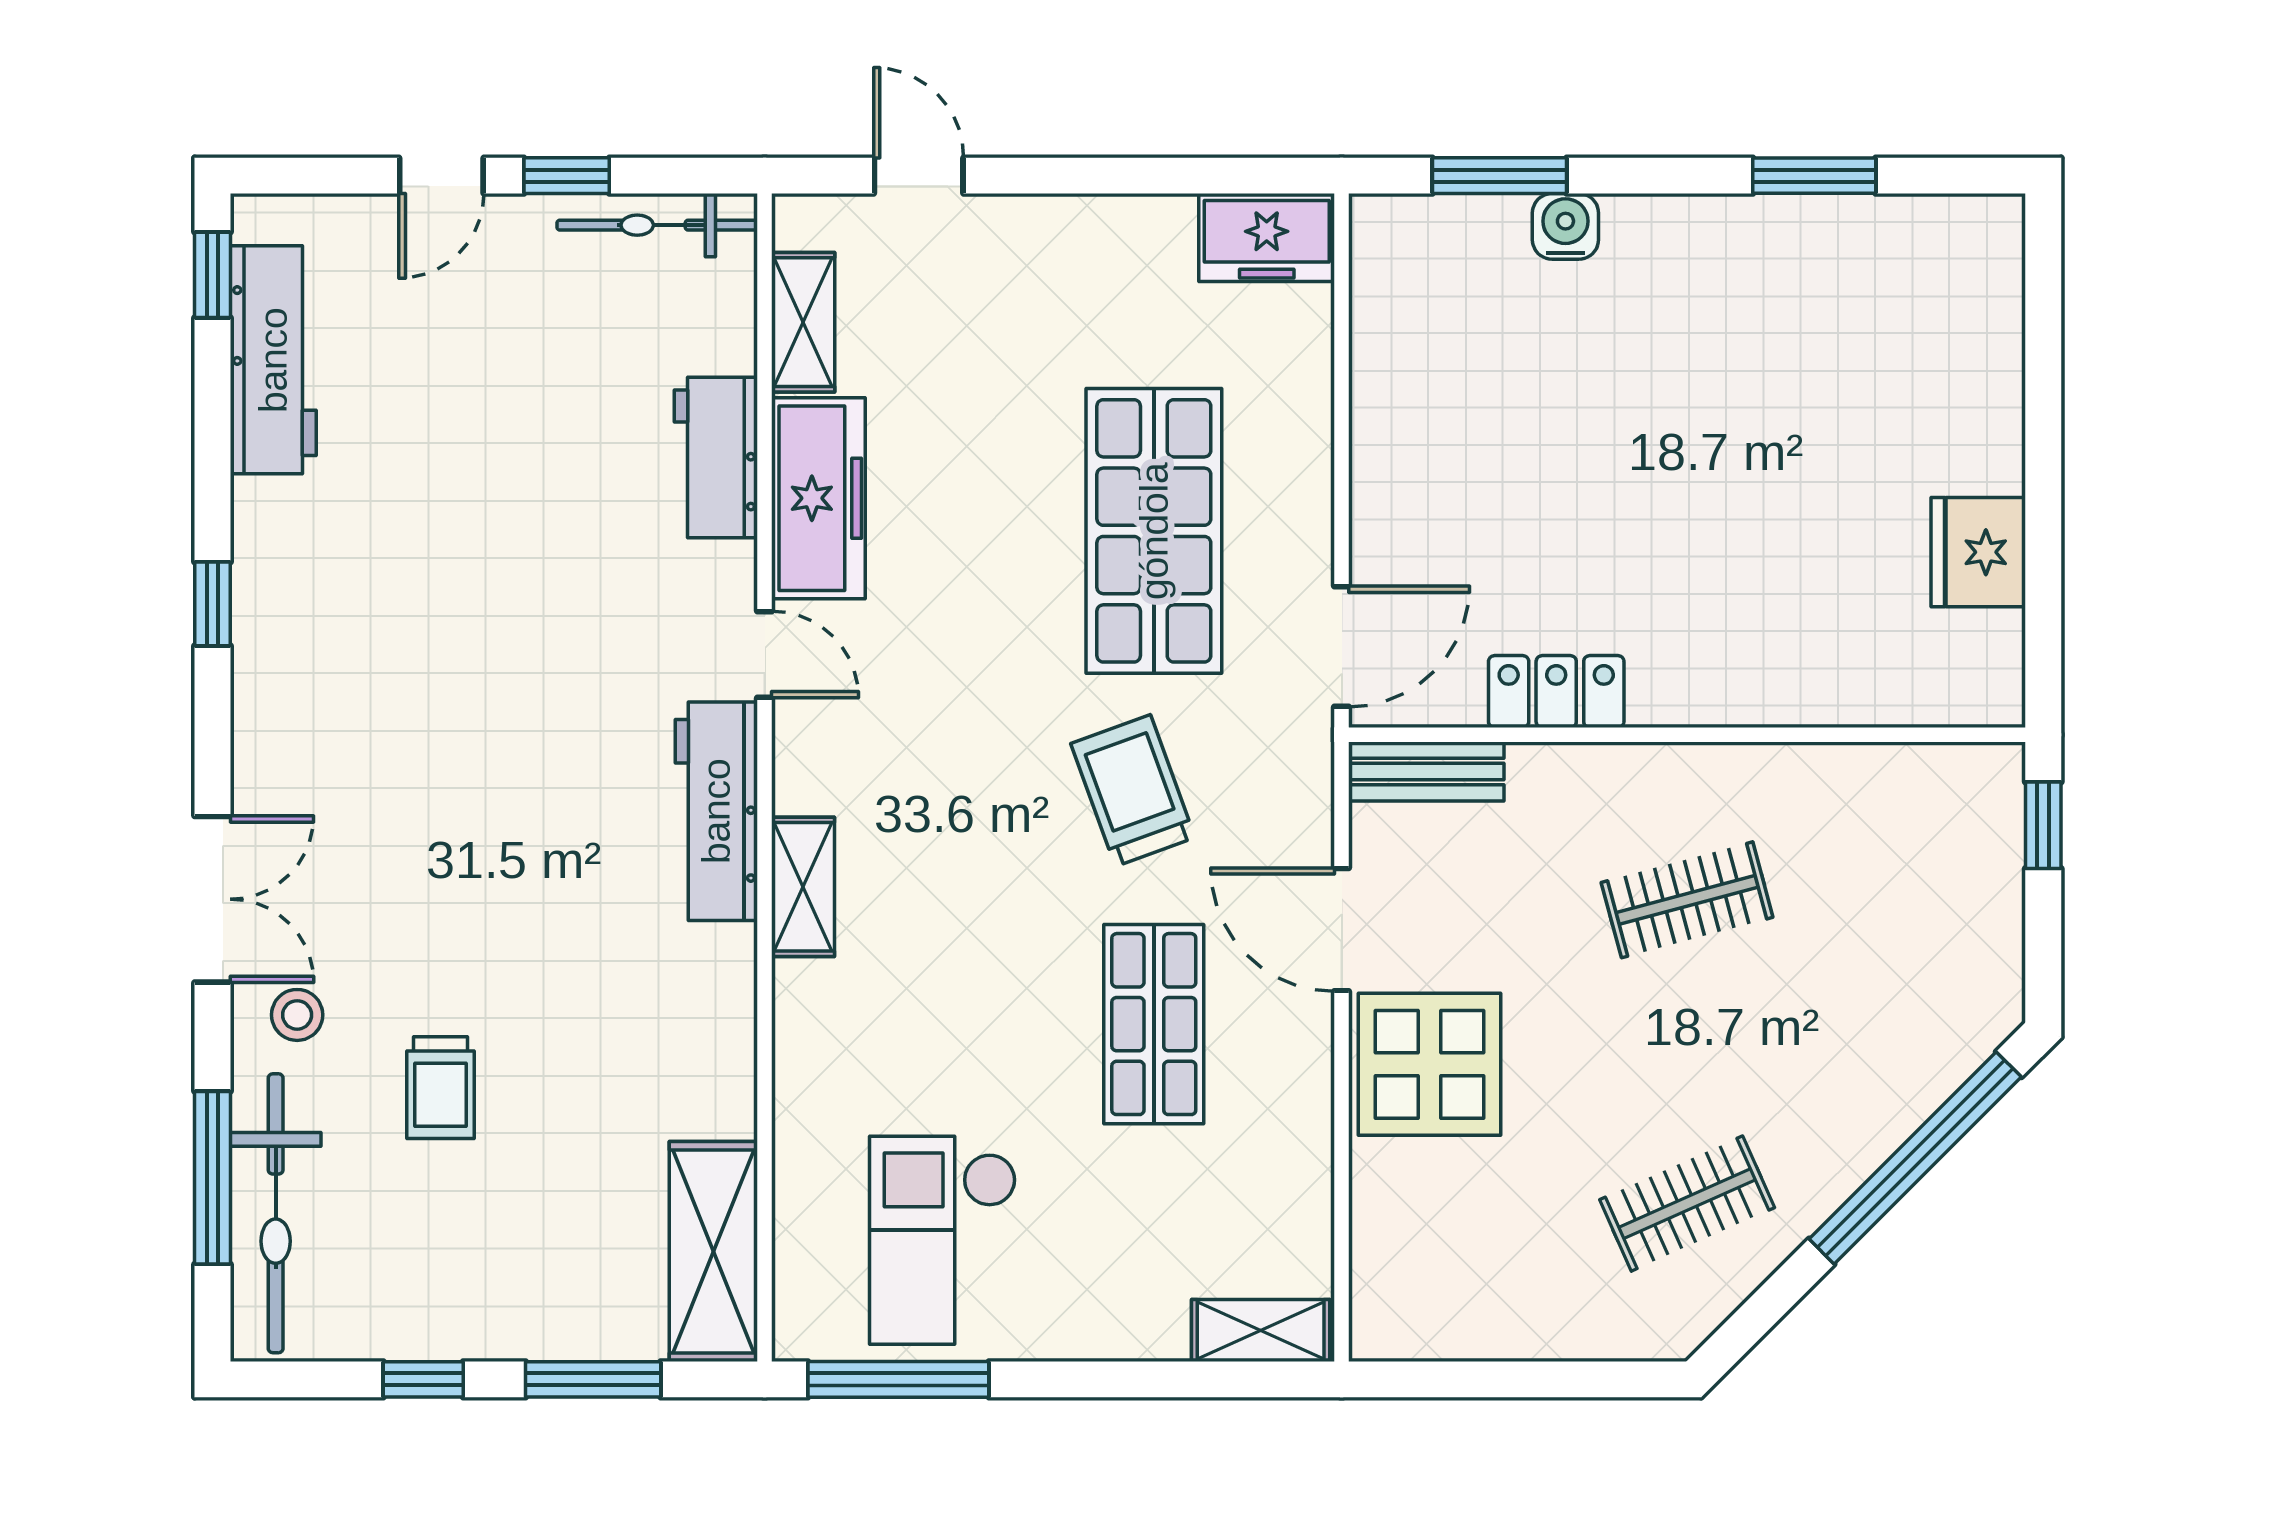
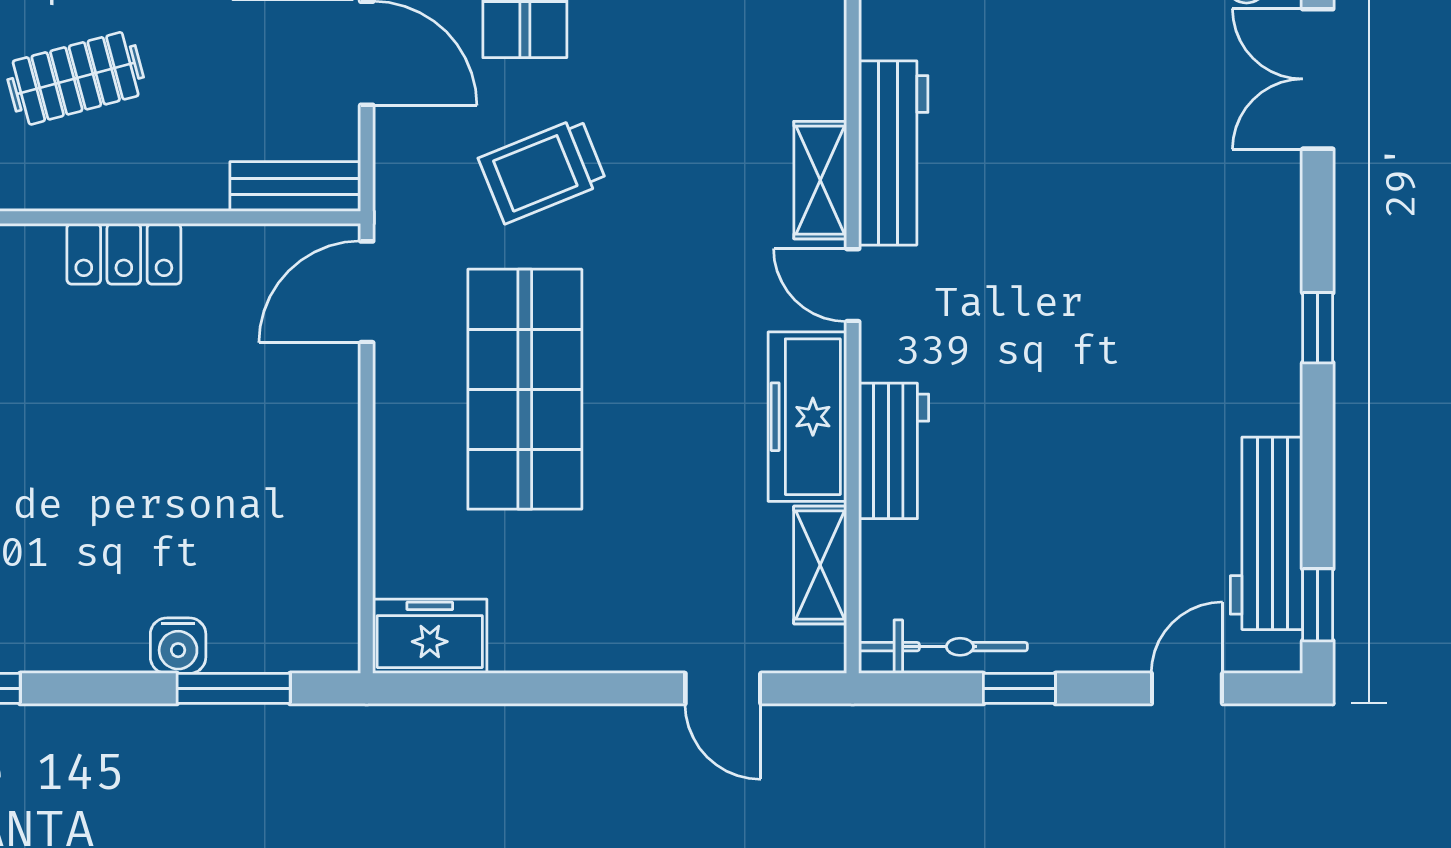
door: (441, 176) -> (1187, 688), moved
locker: (1556, 692) -> (124, 254), moved
trolley: (1133, 791) -> (542, 170), turned 88
shelving: (803, 887) -> (820, 180), moved

